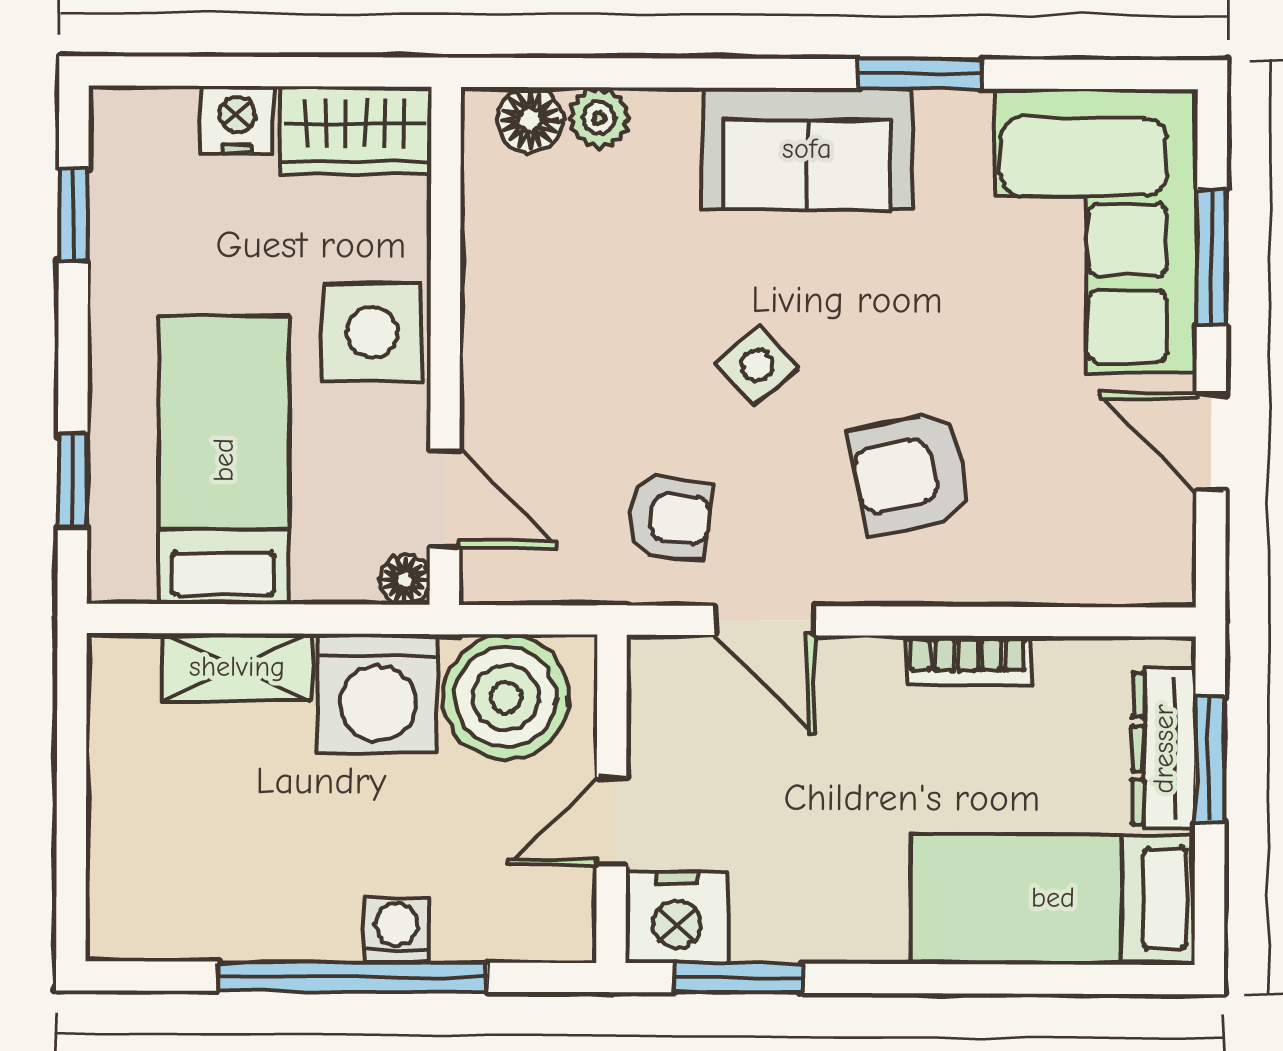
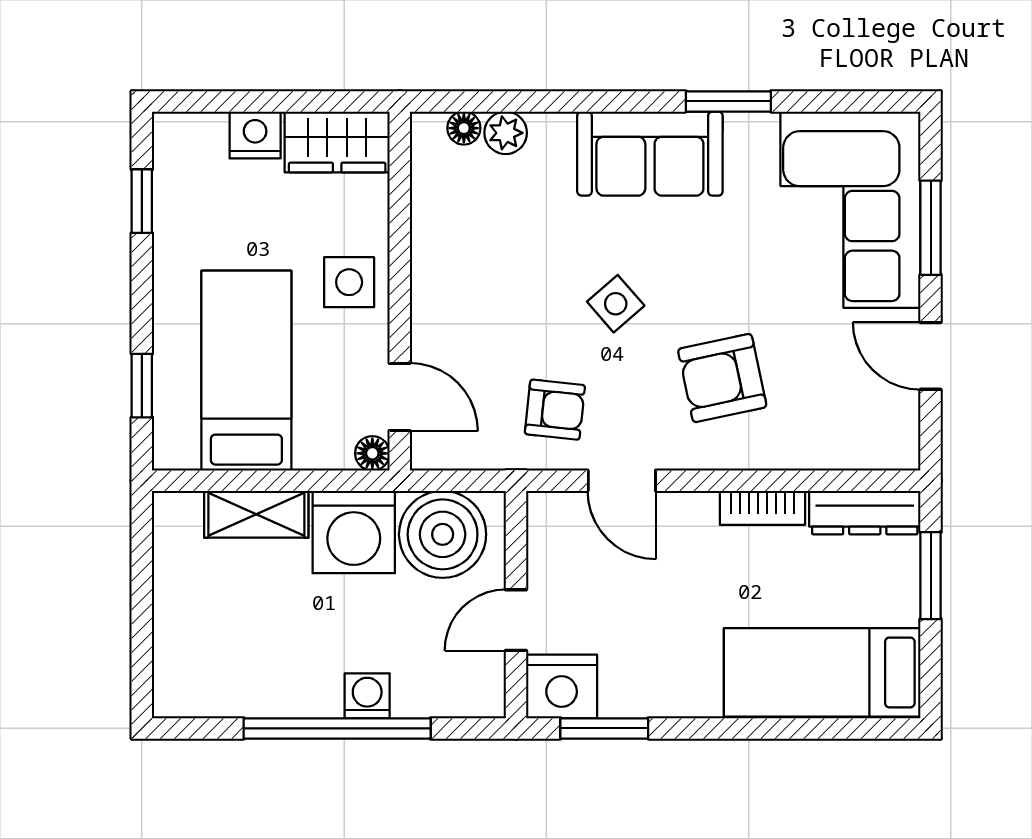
floor lamp: (530, 120) -> (464, 128), width x0.73, depth x0.73
side table: (372, 333) -> (349, 282), width x0.73, depth x0.73
dresser: (1164, 749) -> (865, 513), moved, turned -90

